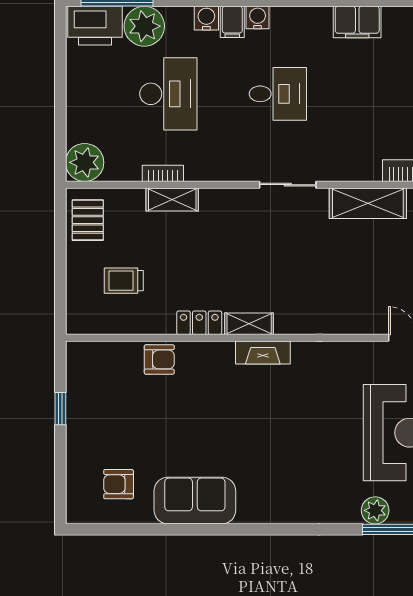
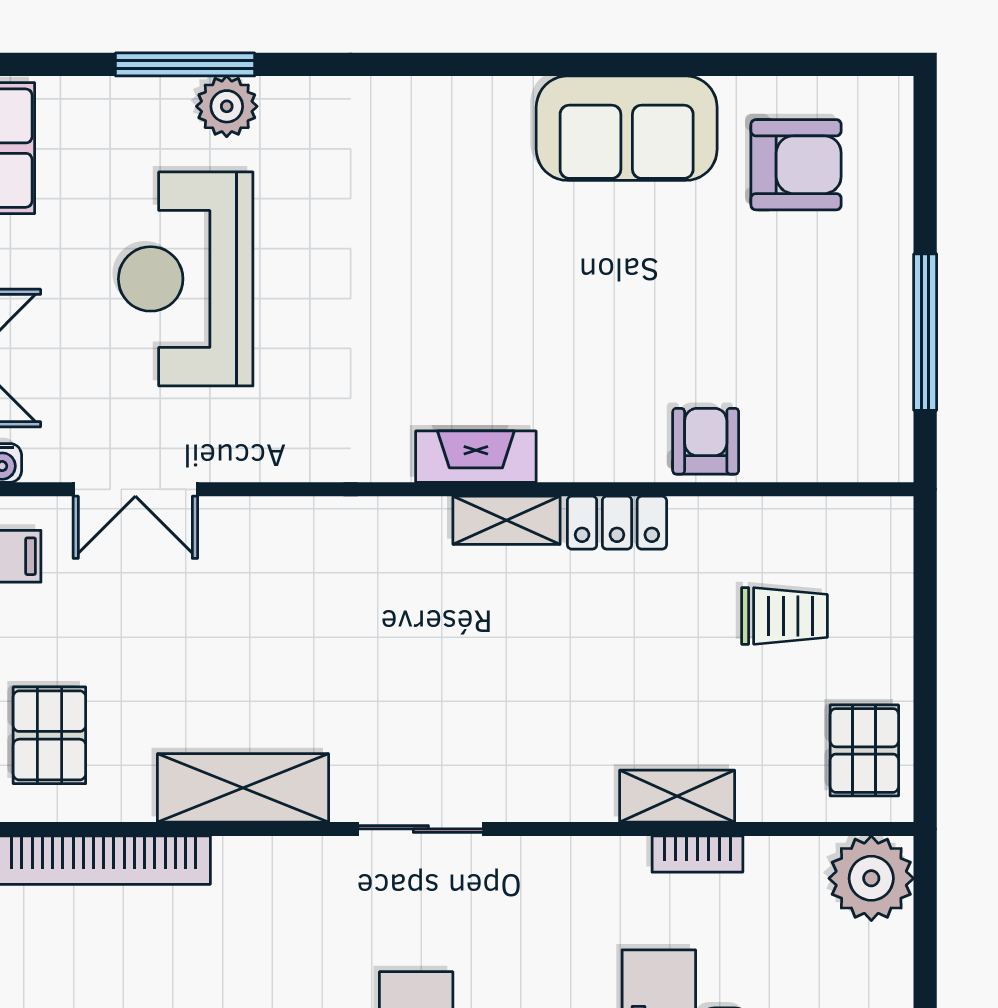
armchair: (159, 359) -> (706, 441), turned 90
window: (60, 409) -> (925, 332), width x2.17
armchair: (119, 484) -> (796, 165), width x1.38, depth x1.38

